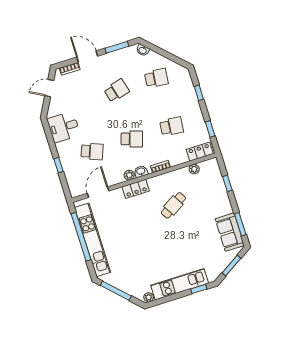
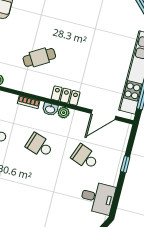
school desk: (117, 91) -> (25, 201), removed

